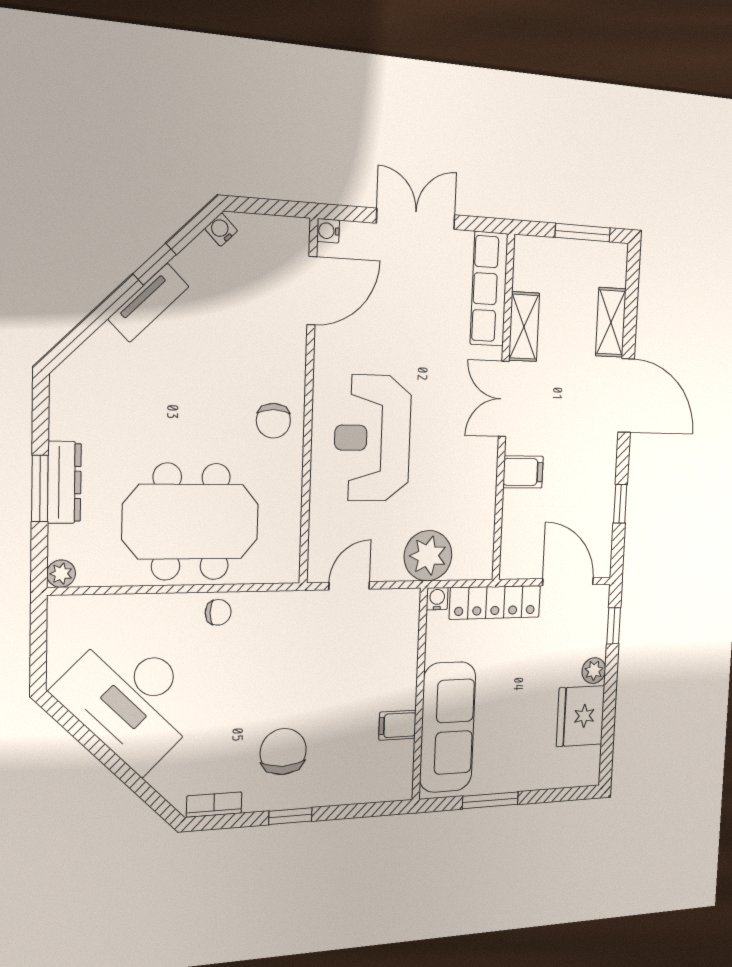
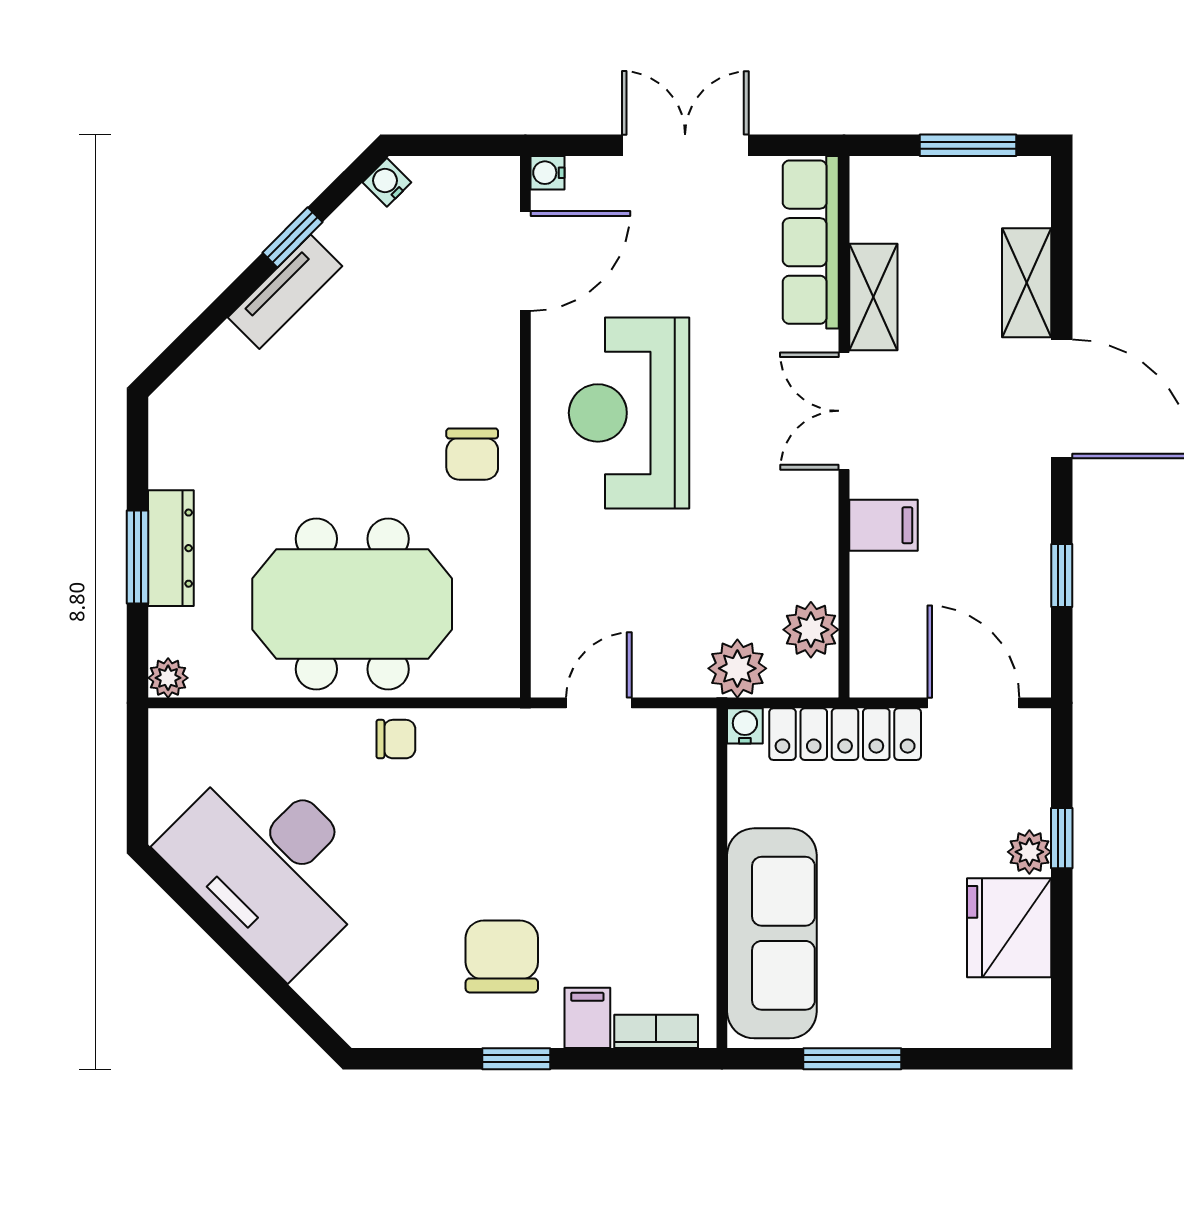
reception desk: (373, 438) -> (629, 413), moved
plant: (478, 537) -> (811, 630), added
plant: (428, 556) -> (737, 668), width x0.73, depth x0.73
window: (614, 626) -> (1062, 838), moved
filing cabinet: (397, 725) -> (587, 1018), moved, turned 90
bookcase: (214, 805) -> (656, 1031), moved

